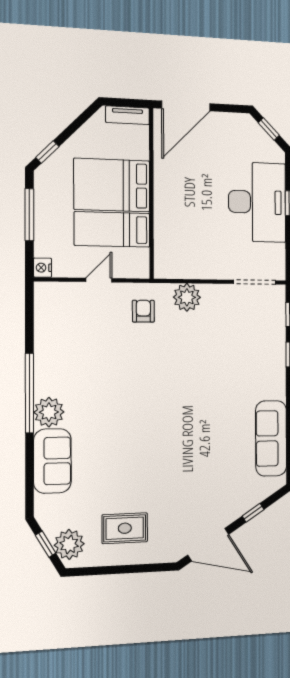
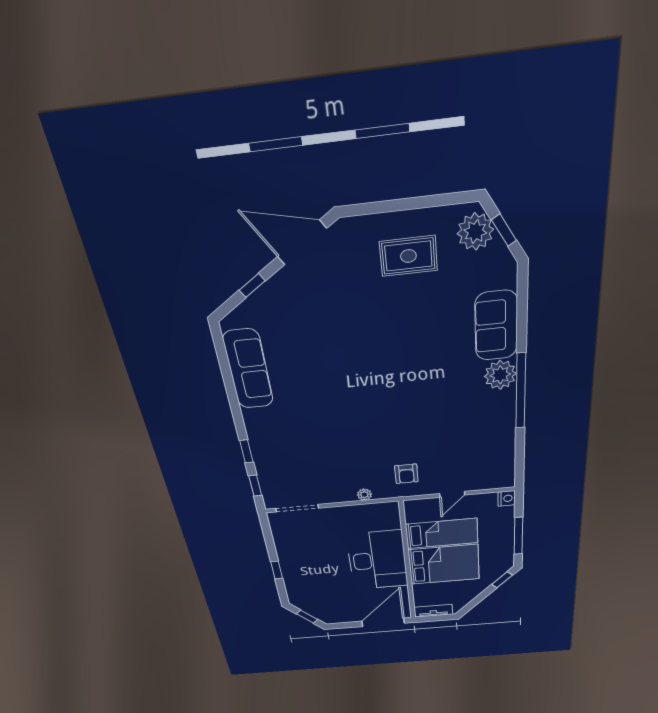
desk: (257, 202) -> (377, 560), moved, turned 180
plant: (187, 297) -> (364, 495), width x0.53, depth x0.53

